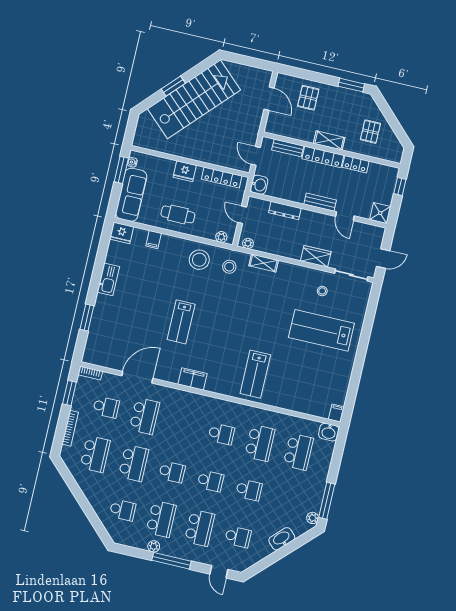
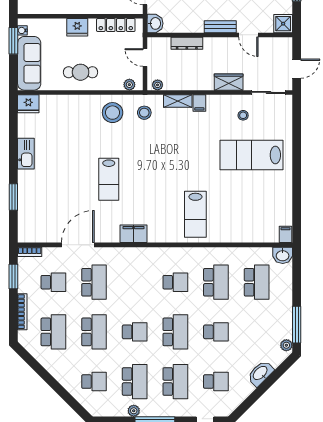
filing cabinet: (154, 239) -> (199, 103), moved
school desk: (210, 481) -> (175, 332), width x1.85

